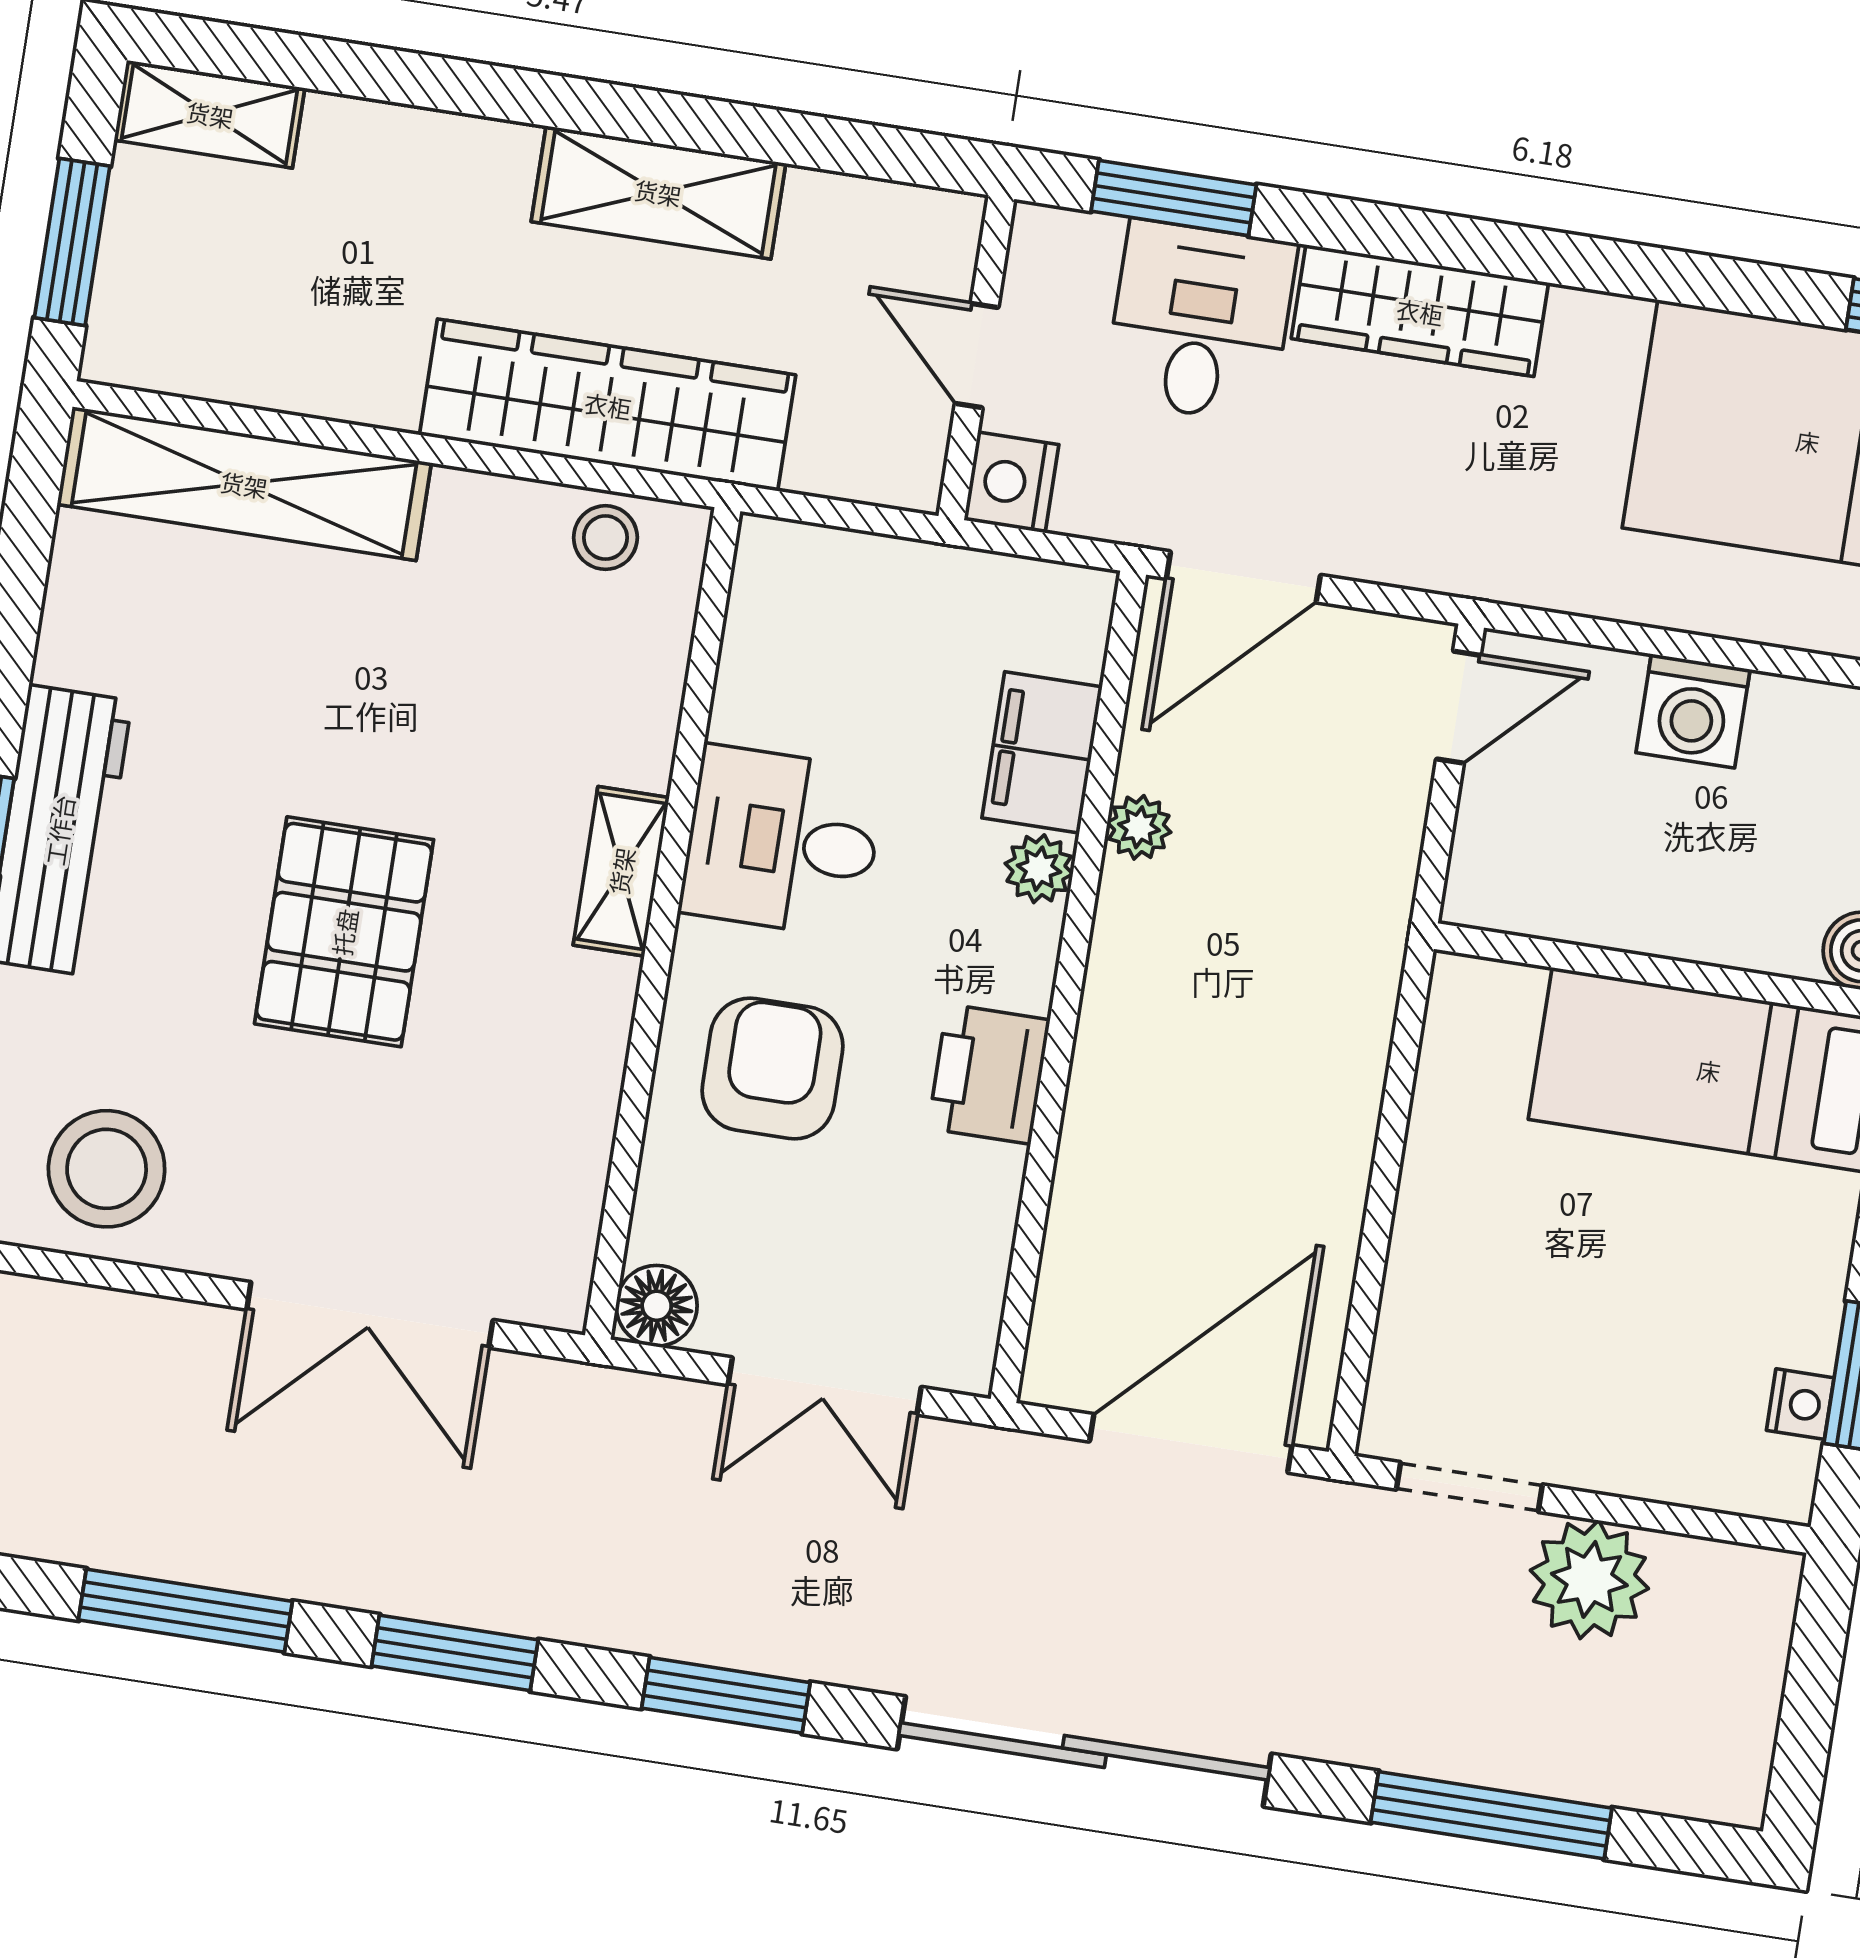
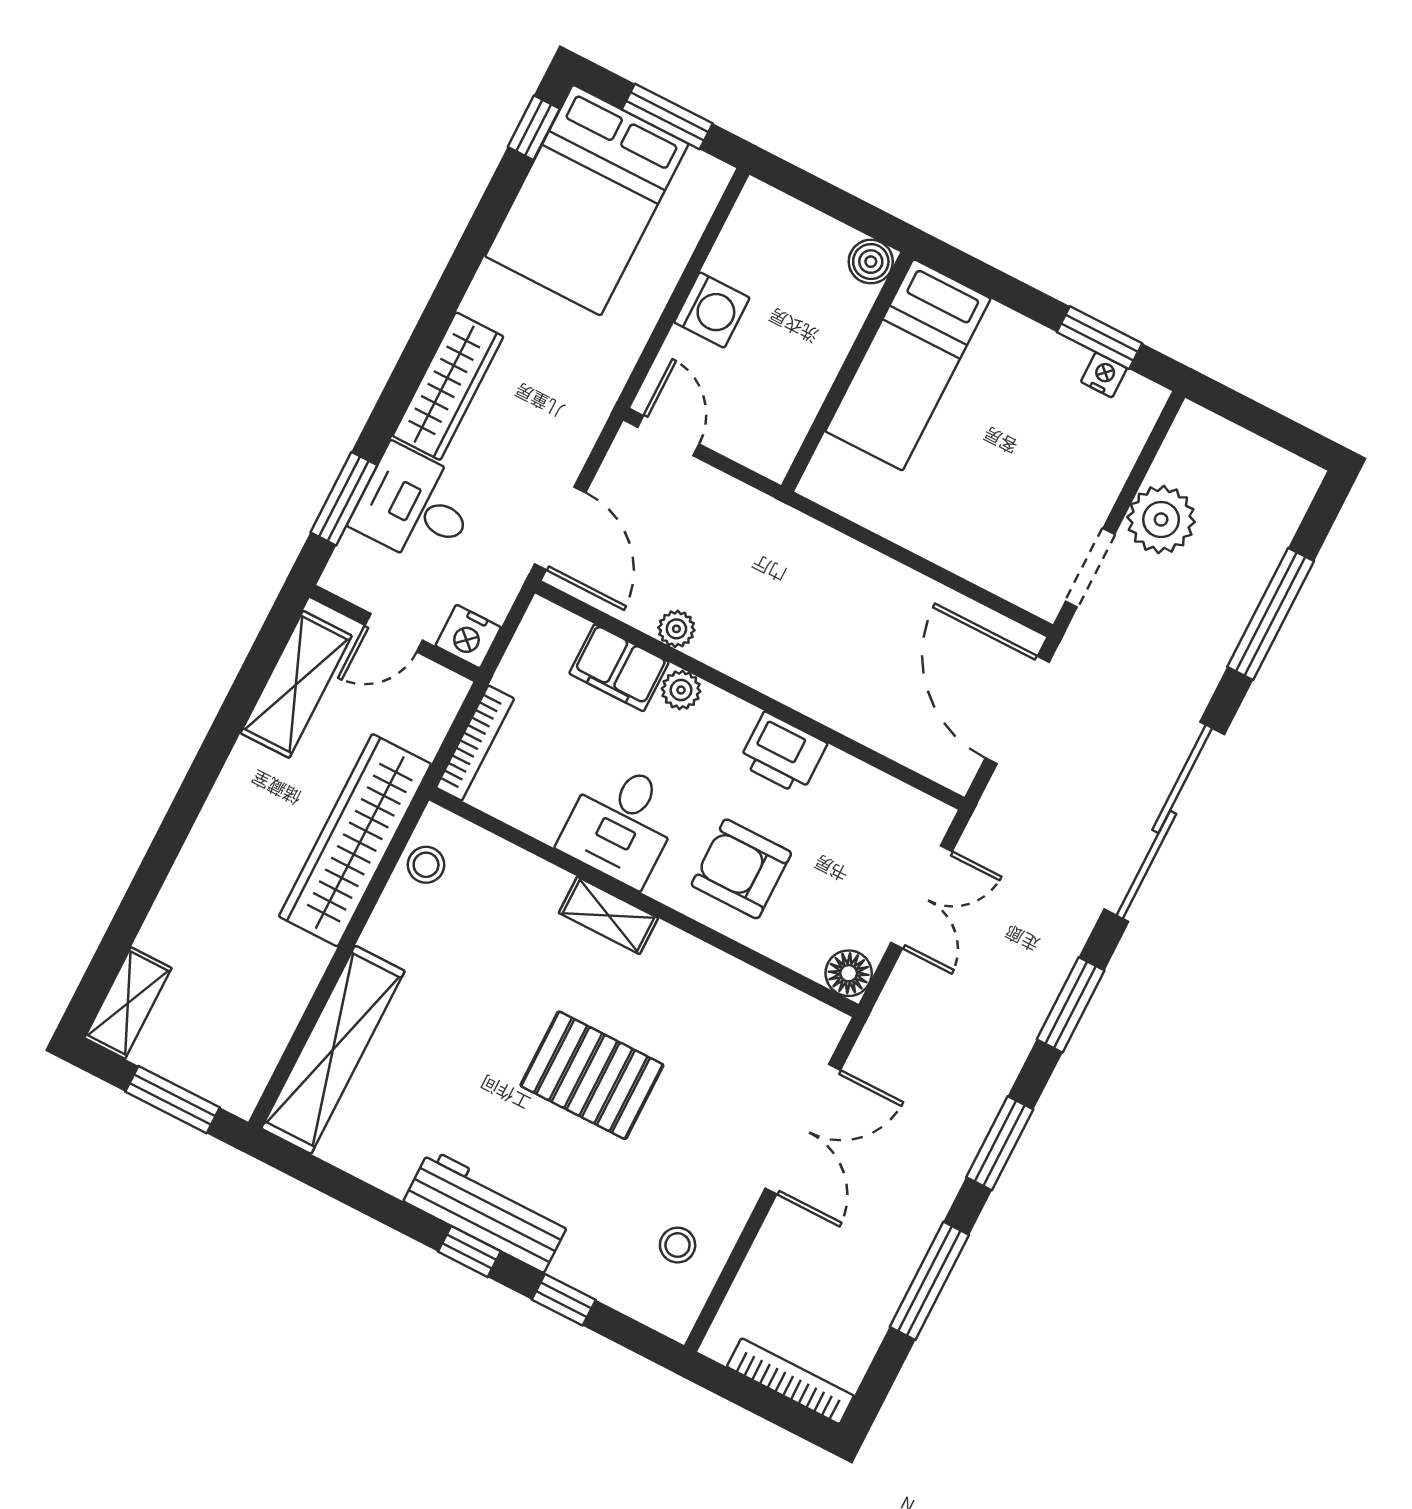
shelving: (658, 192) -> (296, 684), moved
bookcase: (837, 553) -> (475, 743), added
stool: (107, 1169) -> (678, 1245), width x0.53, depth x0.53

